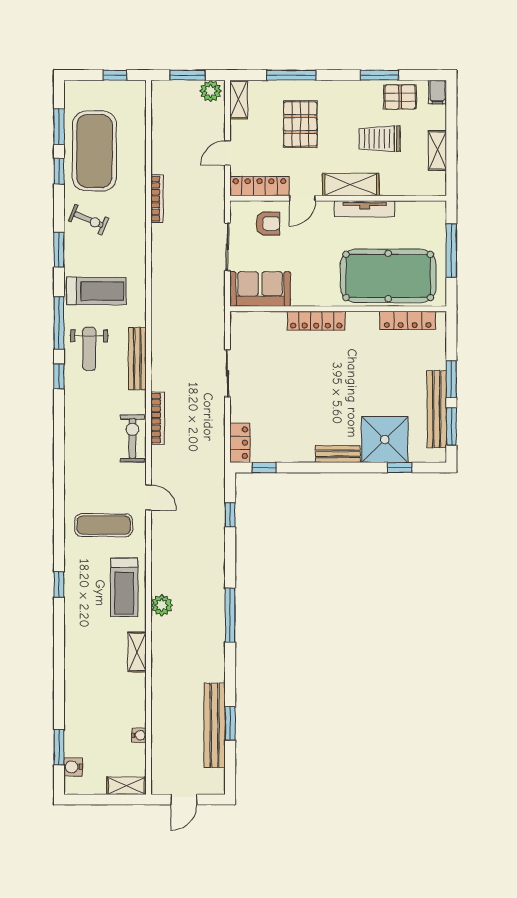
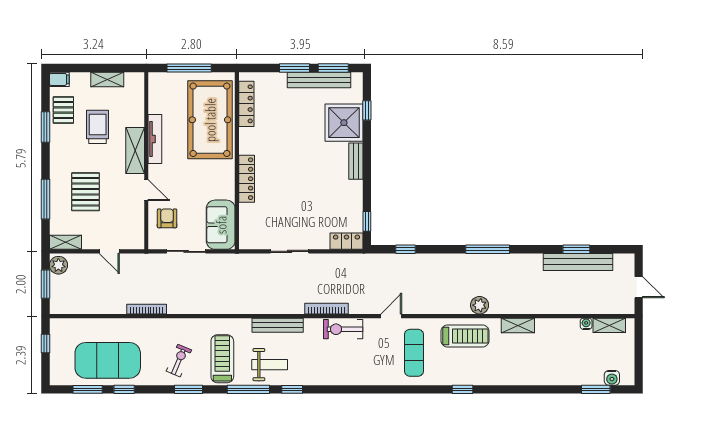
pallet: (300, 124) -> (86, 192), turned 90
trolley: (380, 139) -> (98, 127), turned 180
locker: (259, 186) -> (136, 225), removed
exercise bike: (89, 220) -> (179, 361), moved
shelving: (126, 786) -> (609, 325), moved, turned 90

